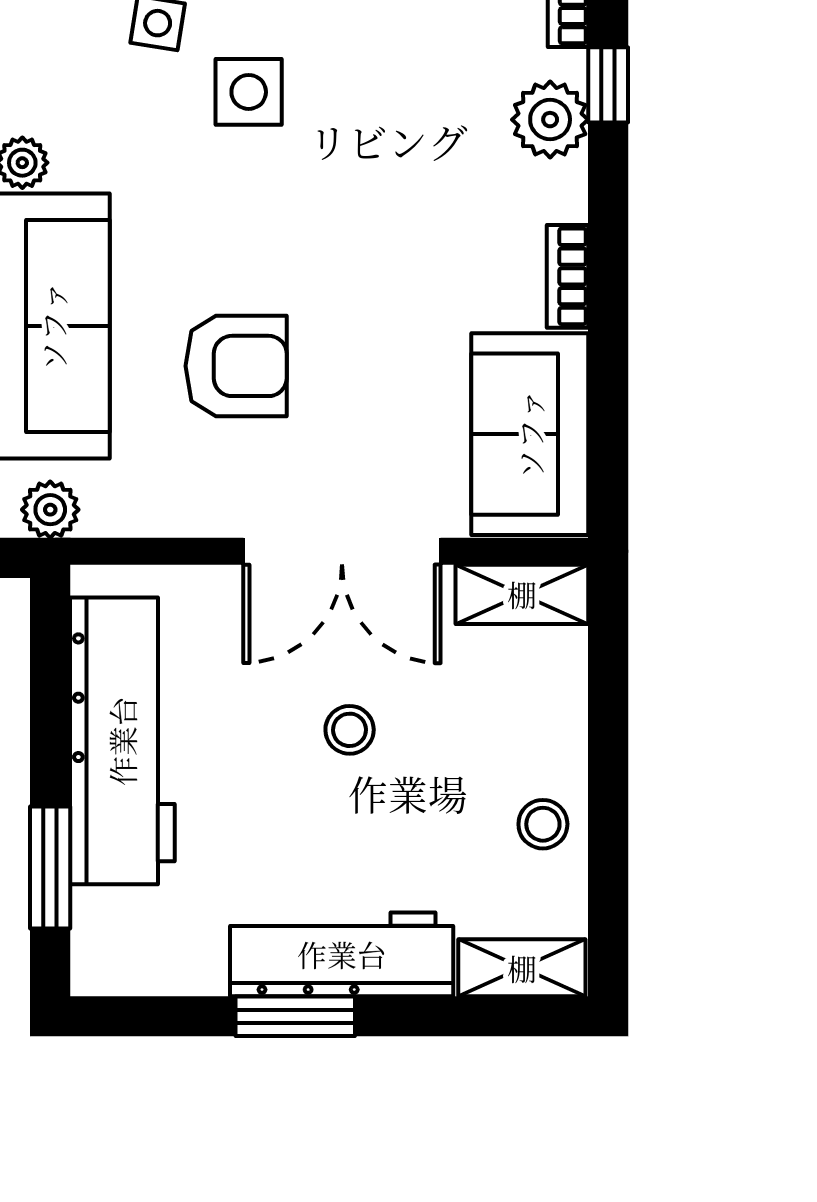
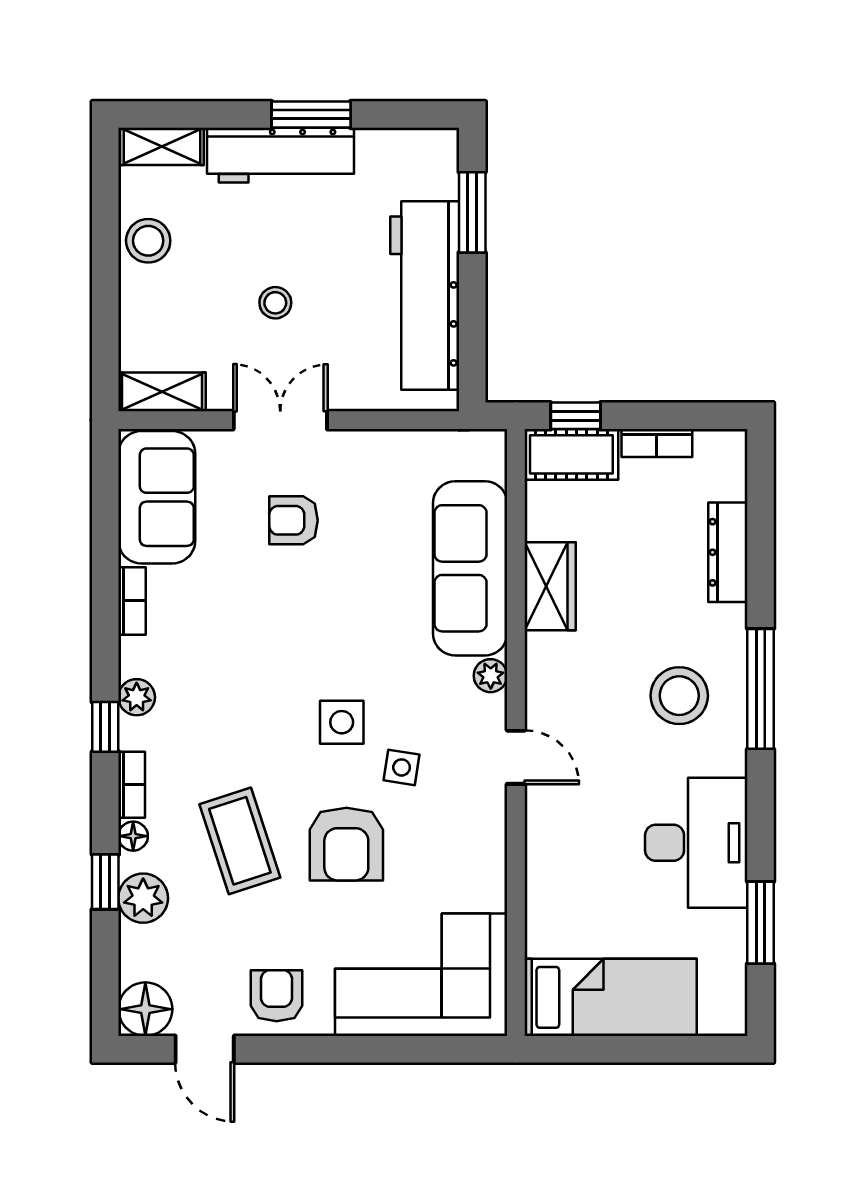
plant: (550, 120) -> (137, 697), width x0.73, depth x0.73
armchair: (236, 366) -> (294, 520), moved, width x0.72, depth x0.72
plant: (50, 510) -> (472, 448), removed
double door: (342, 551) -> (280, 420), width x0.73
stool: (543, 824) -> (148, 241), width x1.37, depth x1.37

